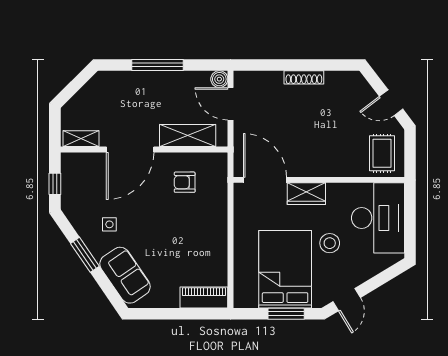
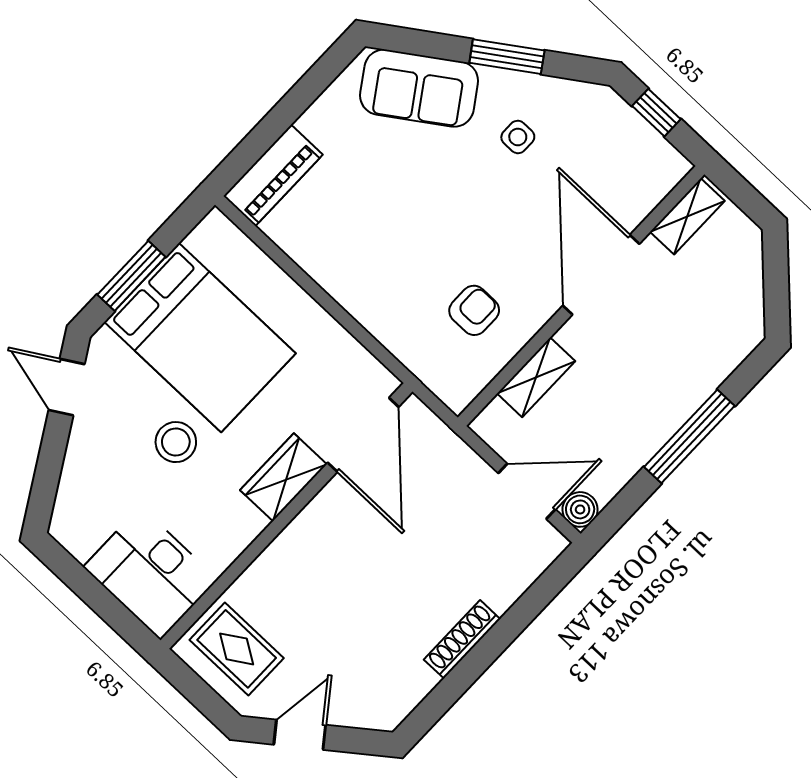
shelving: (188, 135) -> (536, 377), width x0.67, depth x0.75
door: (265, 180) -> (363, 435), hinge flipped
desk: (378, 218) -> (150, 573), width x0.73, depth x0.77

